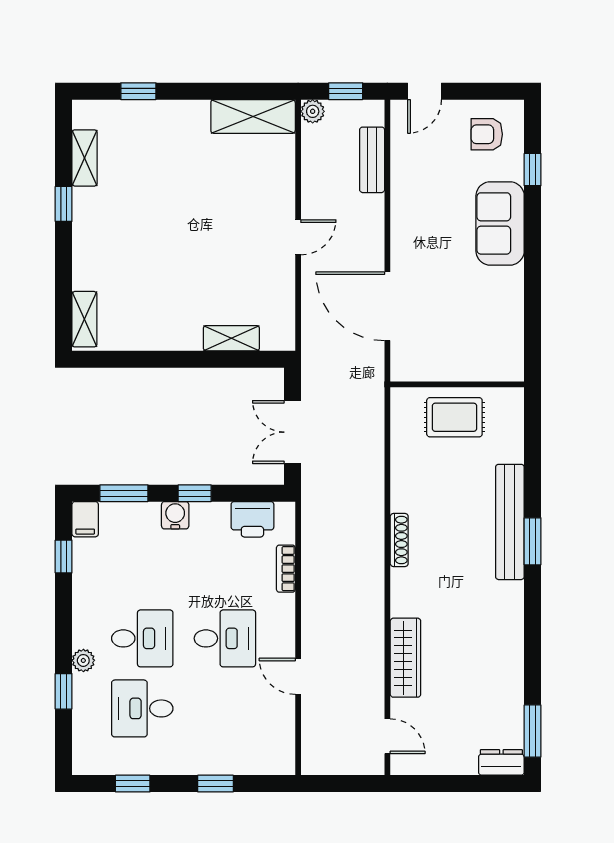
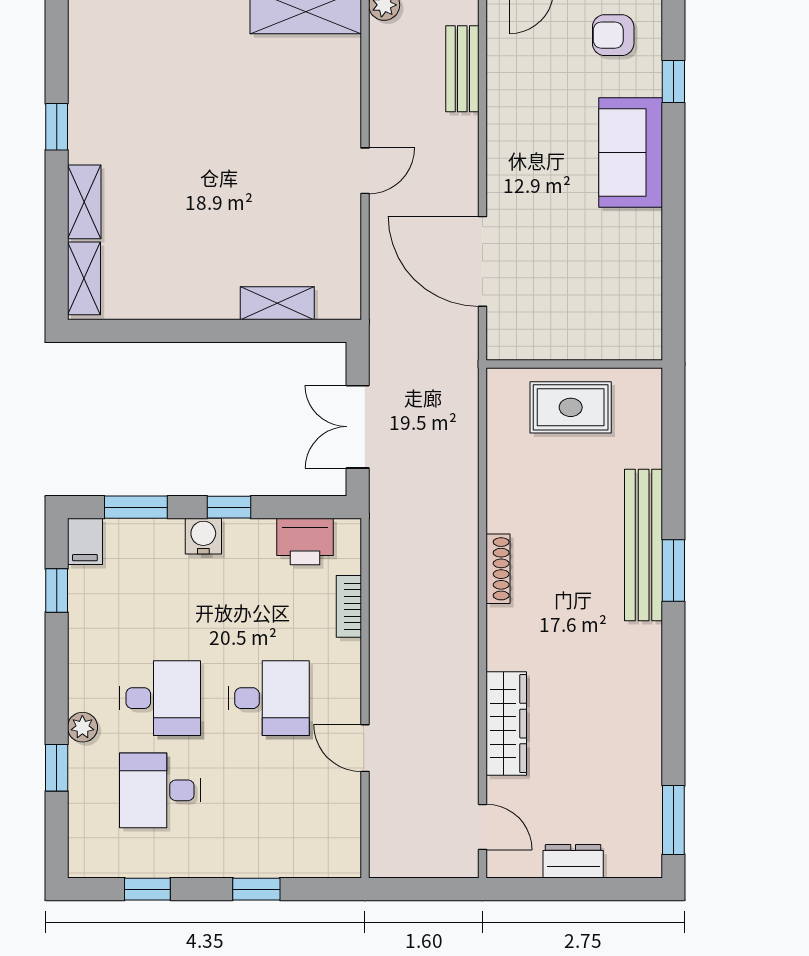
shelving: (85, 158) -> (84, 202), moved
dresser: (501, 762) -> (573, 861), moved

